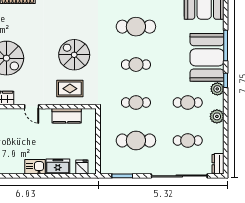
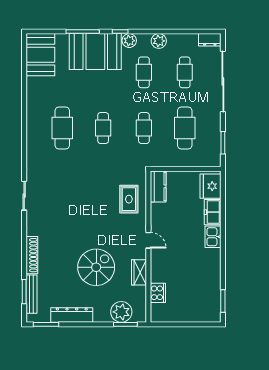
spiral stairs: (74, 55) -> (93, 194), removed
door: (32, 107) -> (148, 240), hinge flipped
kitchen counter: (67, 116) -> (158, 186), moved
fridge: (82, 167) -> (211, 186), width x1.88, depth x1.34

